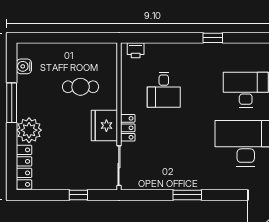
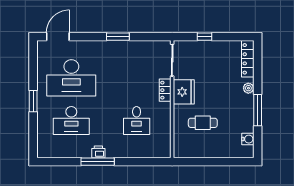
window: (213, 38) -> (98, 162), width x2.17
printer: (136, 50) -> (98, 152), moved
desk: (164, 90) -> (137, 120), turned 180
plant: (29, 130) -> (248, 88), width x0.53, depth x0.53

